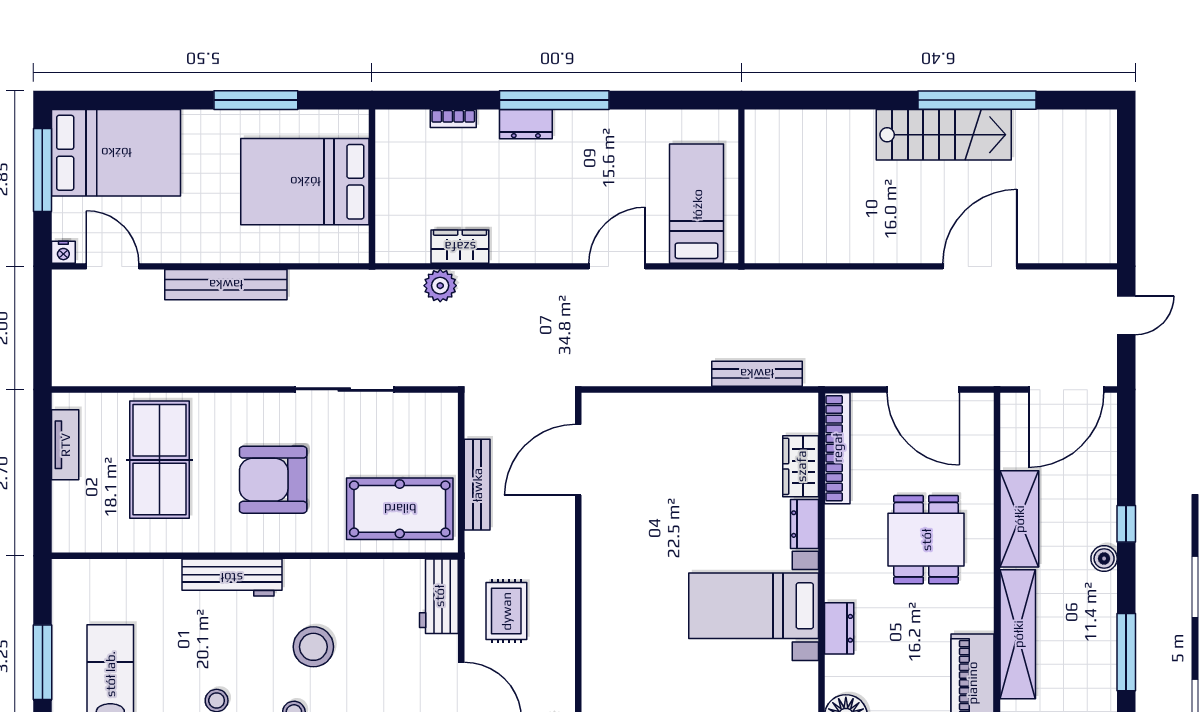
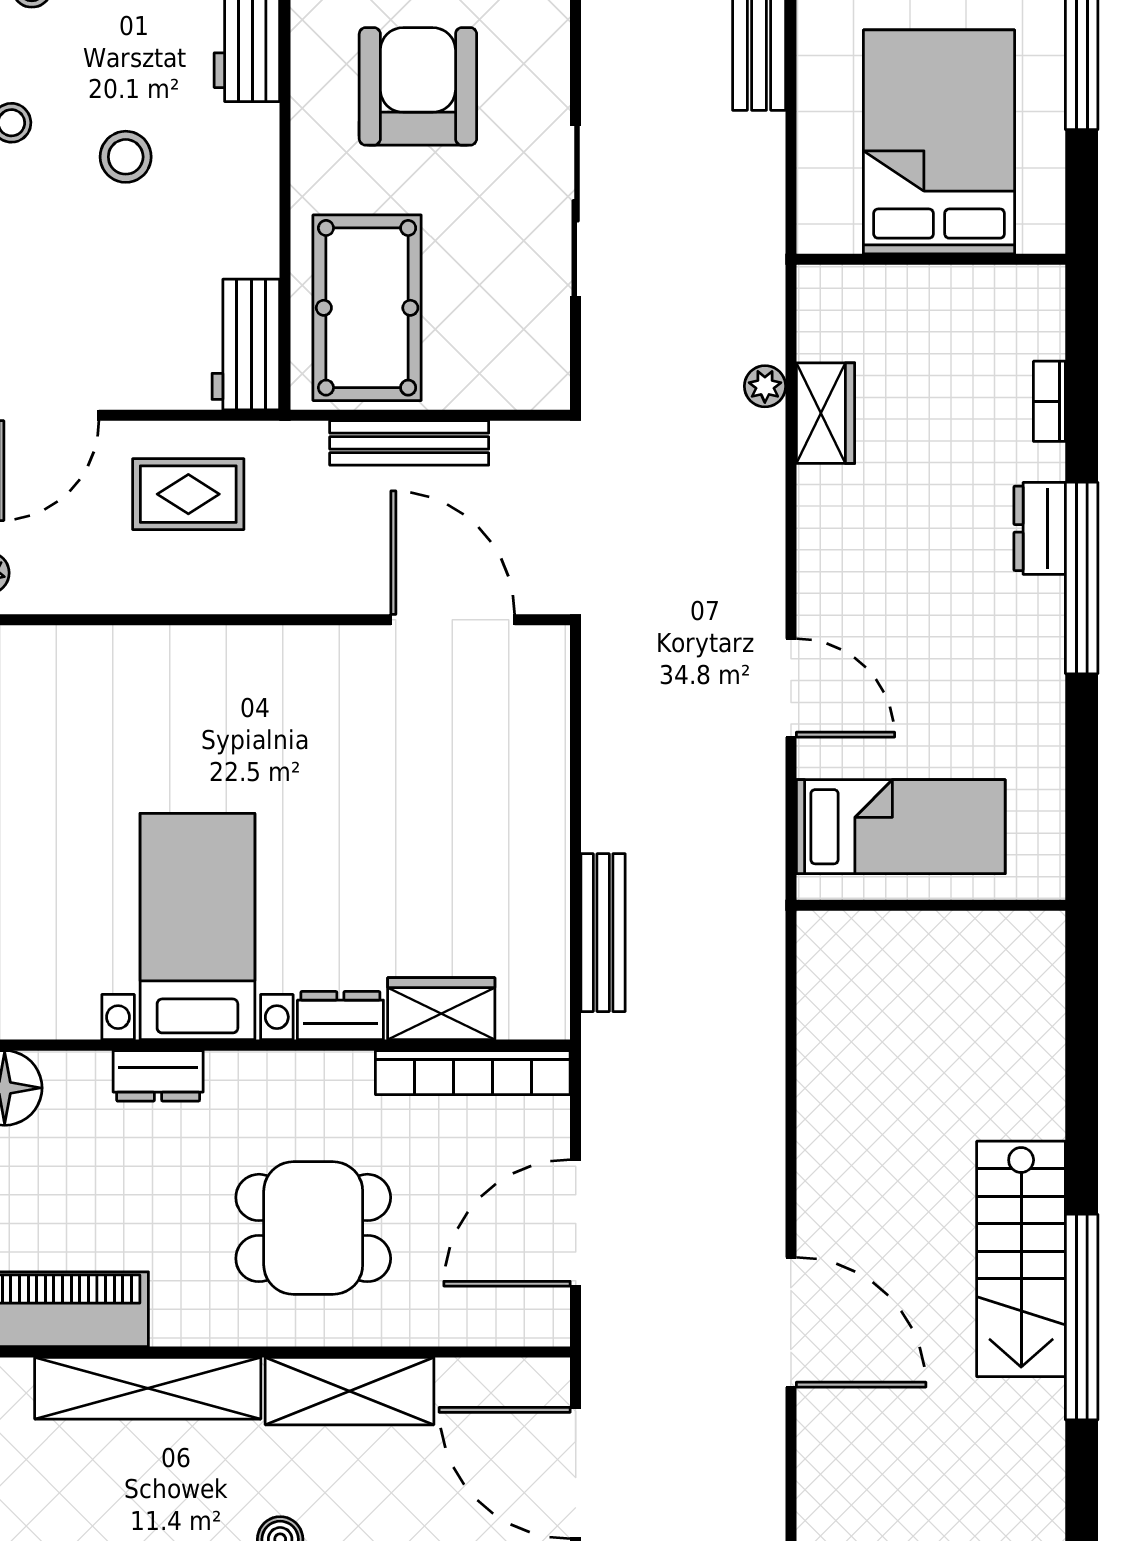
plant: (440, 286) -> (765, 386), width x0.73, depth x0.73
workbench: (439, 596) -> (246, 345), moved, turned -90
stool: (313, 647) -> (126, 157), width x0.73, depth x0.73

